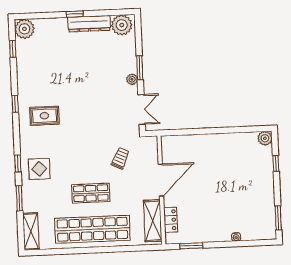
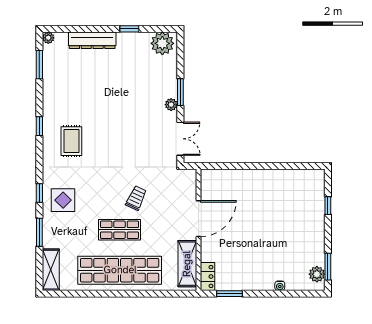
window: (75, 14) -> (129, 29), moved
dresser: (89, 24) -> (92, 40), moved
plant: (24, 29) -> (48, 38), width x0.53, depth x0.53
window: (13, 49) -> (39, 65), width x1.50
rug: (44, 116) -> (71, 141), turned 90
plant: (265, 138) -> (317, 274), moved
trolley: (120, 158) -> (136, 198), moved
locker: (171, 220) -> (207, 276), moved

